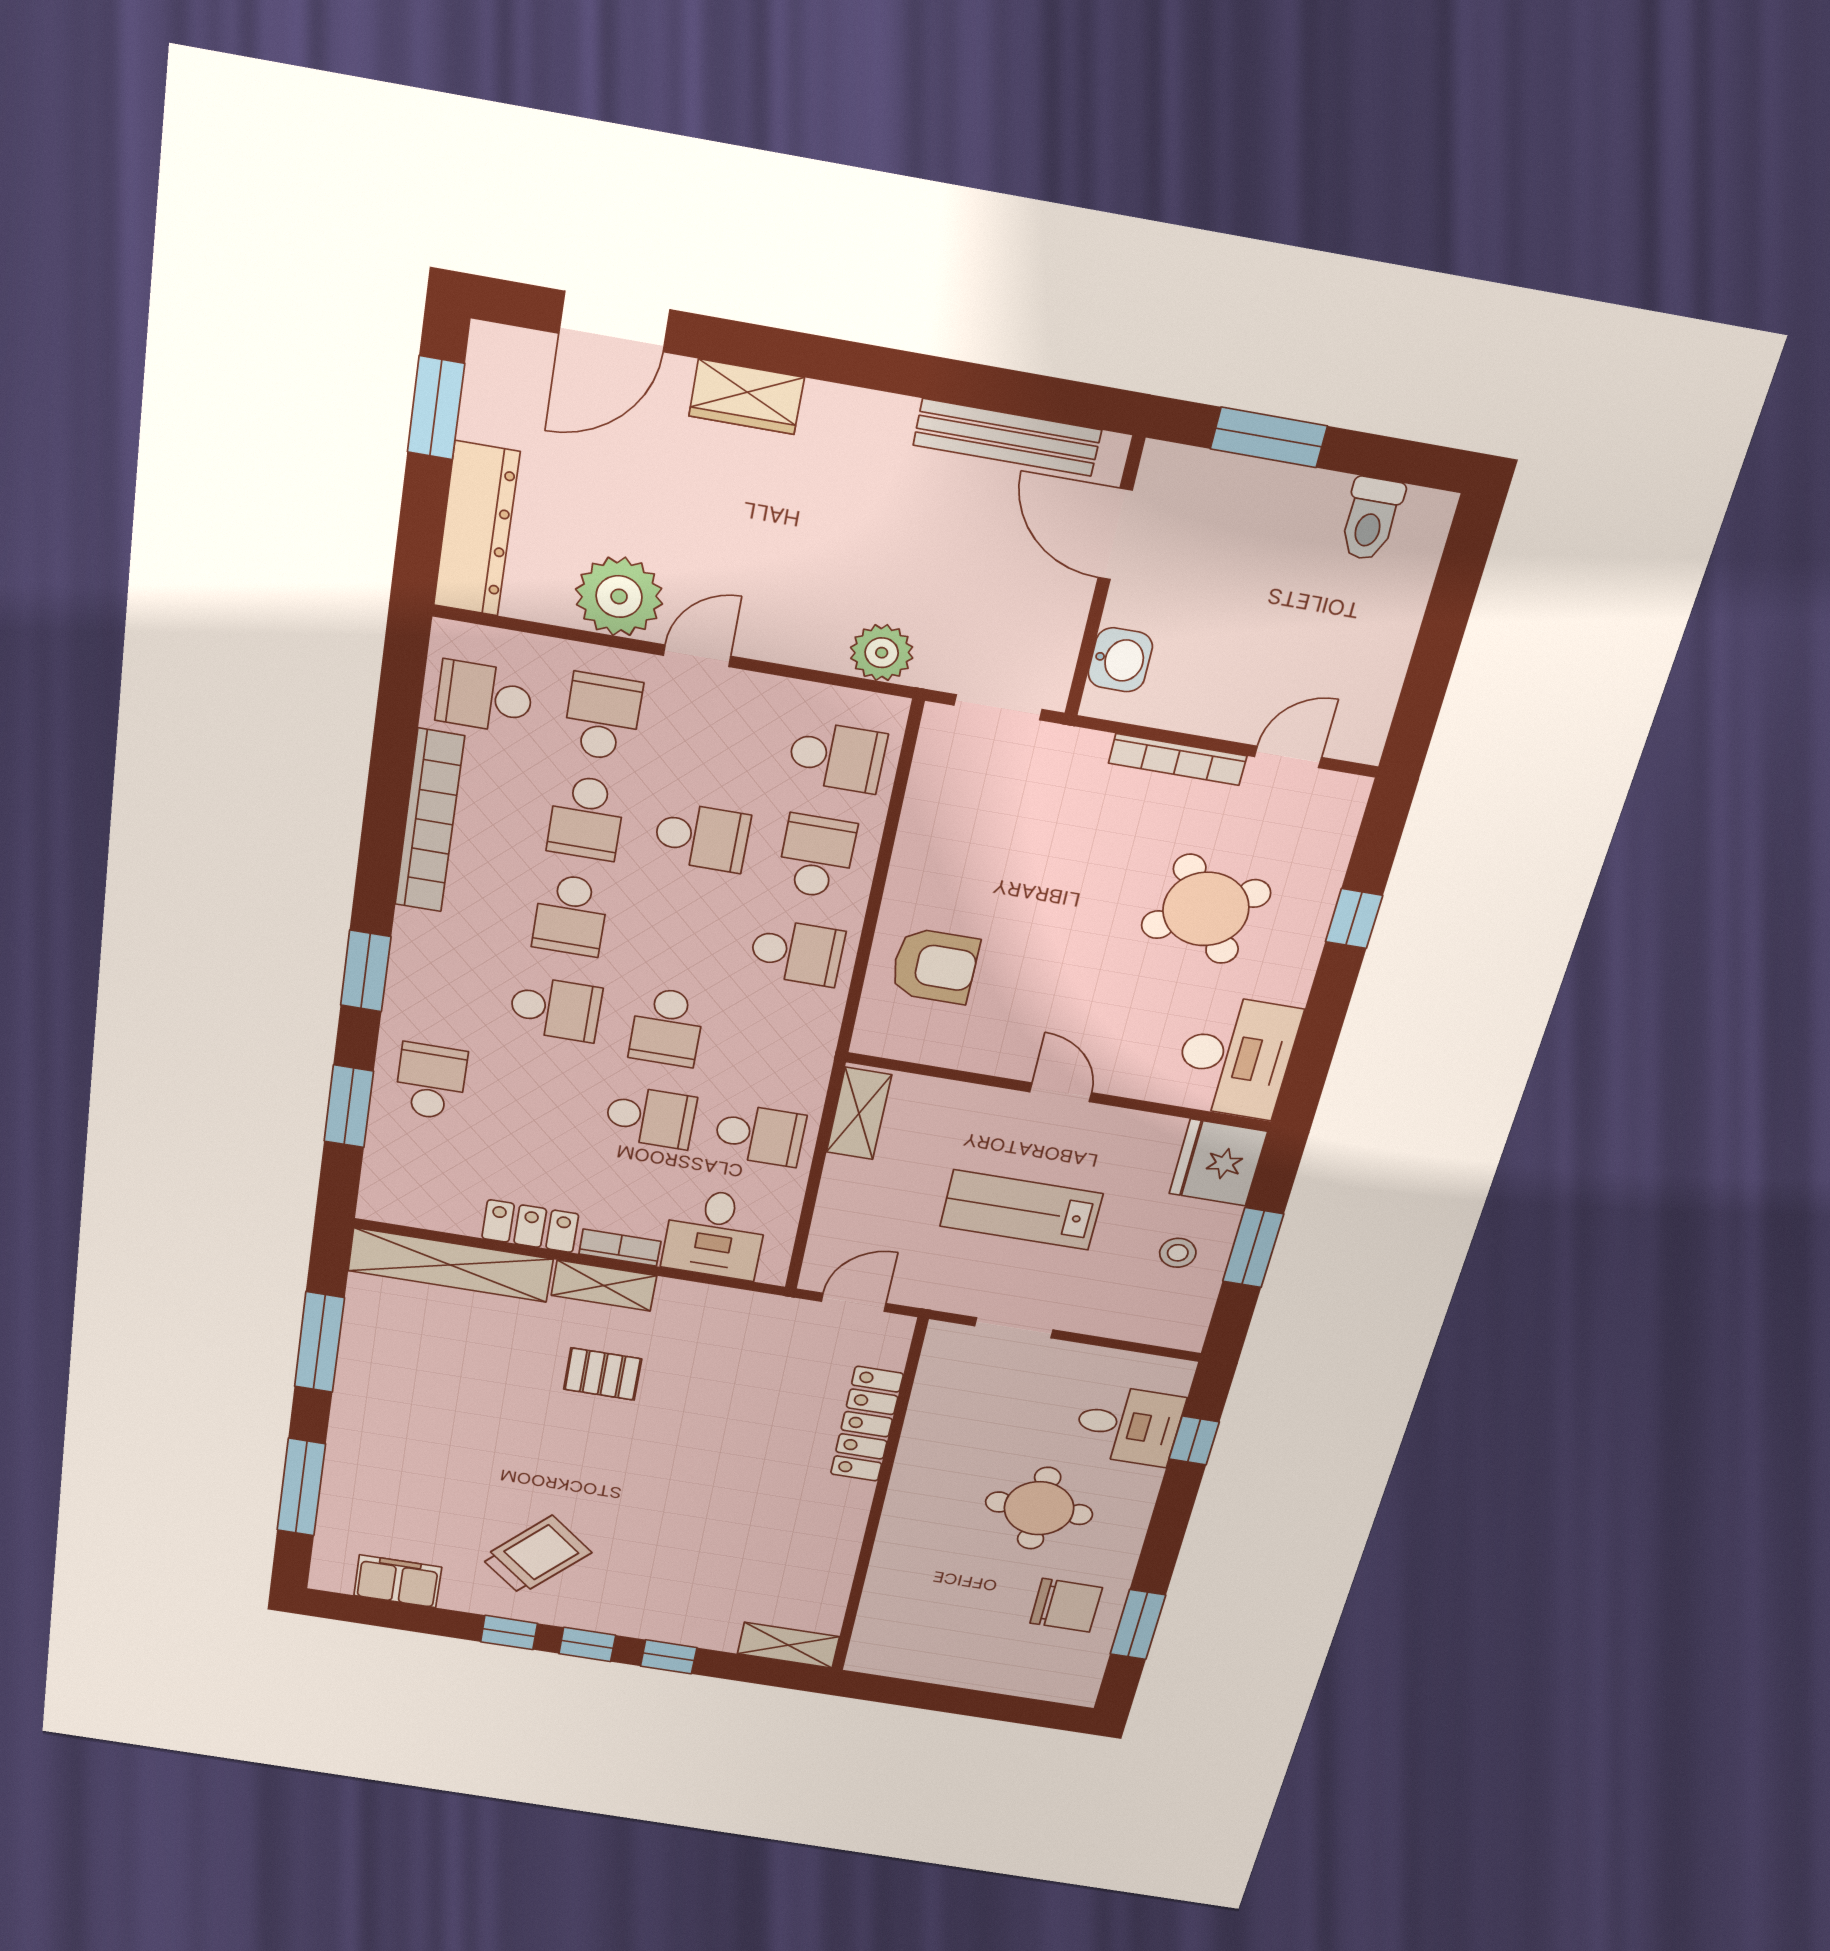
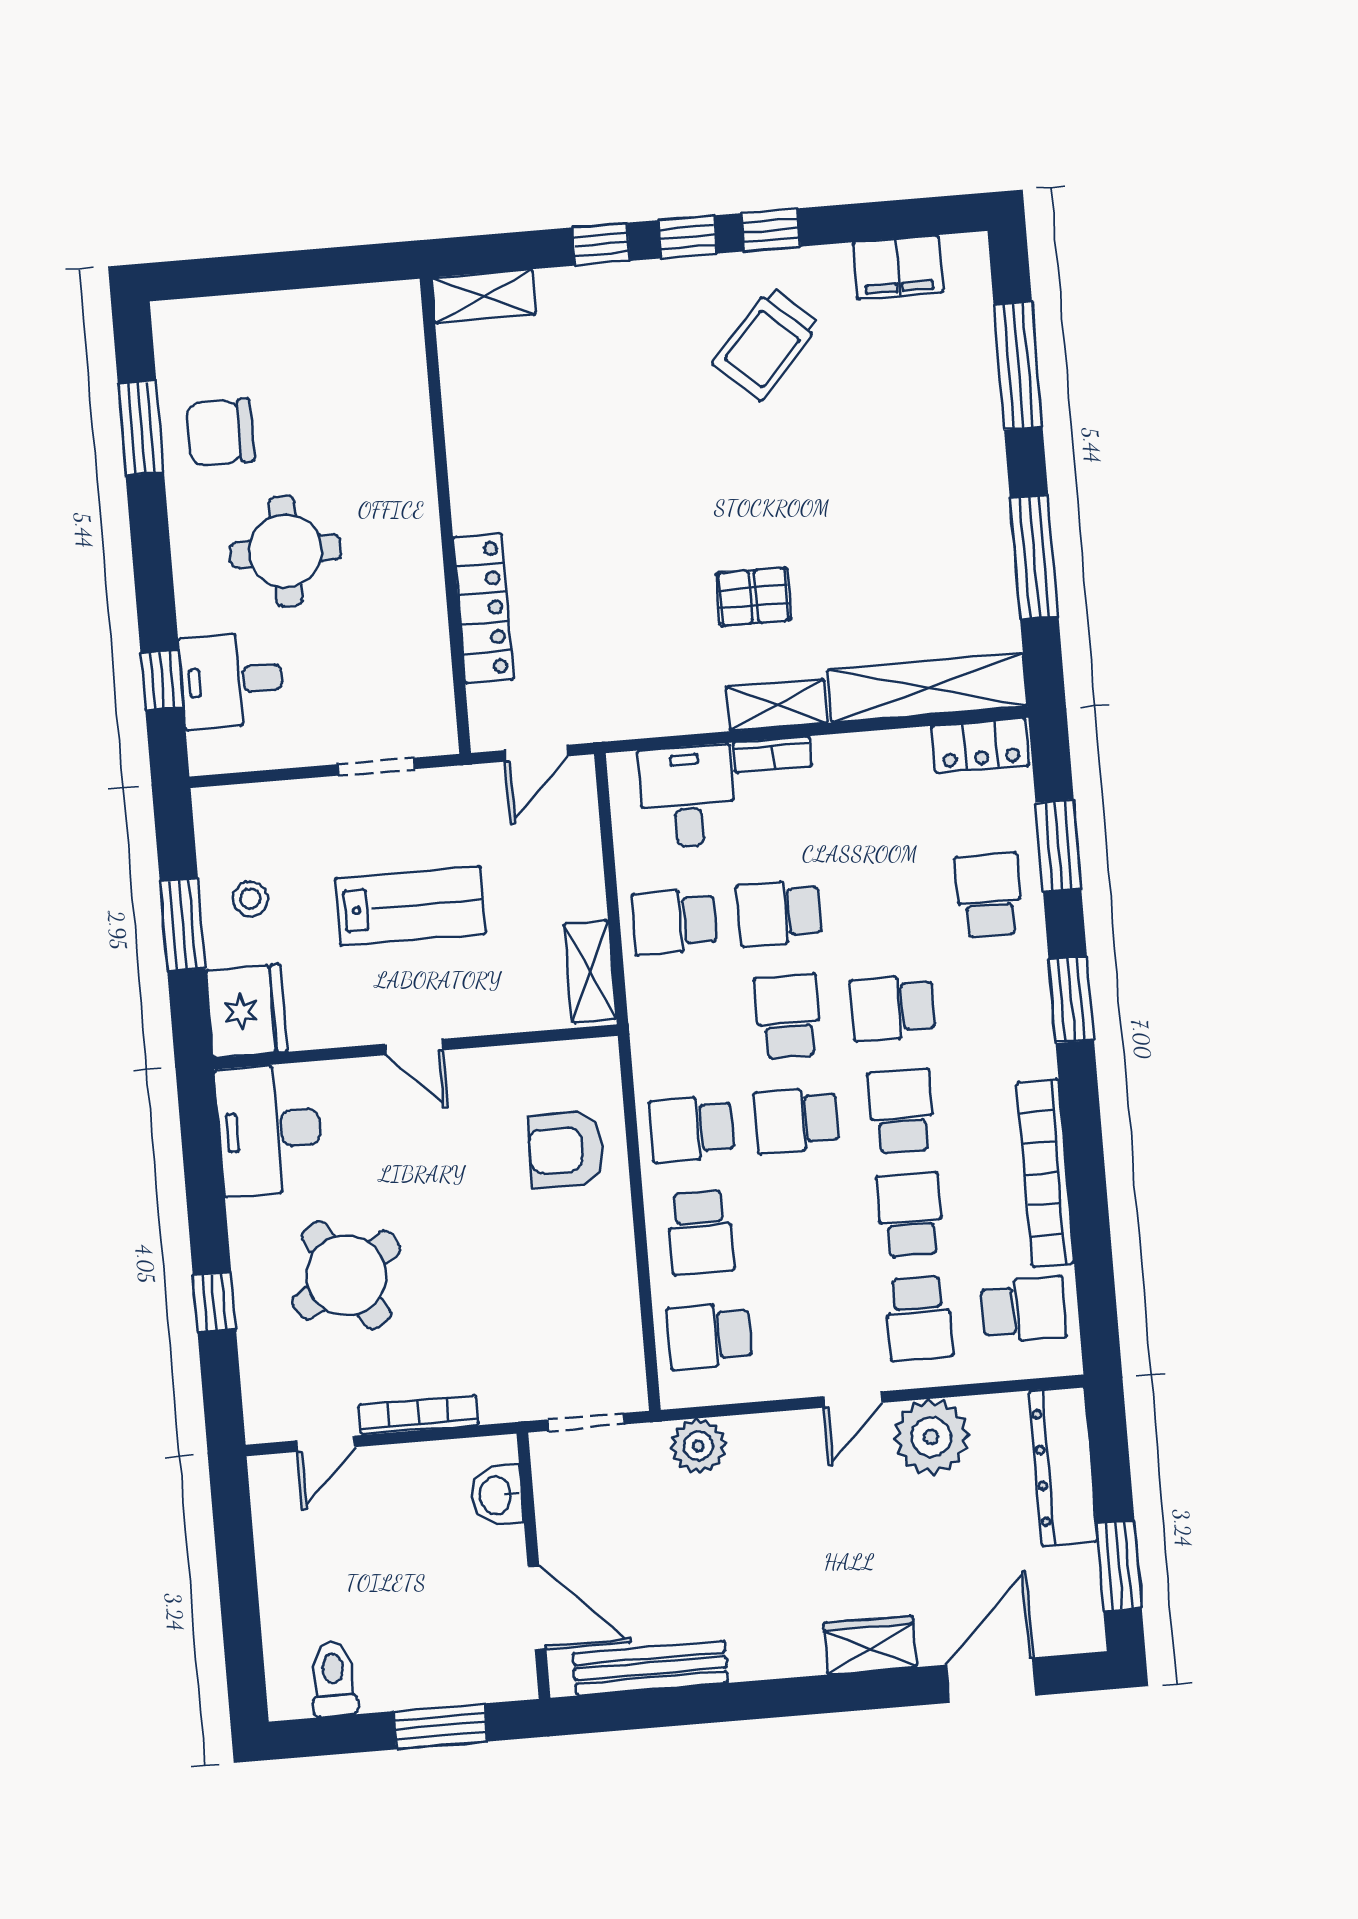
school desk: (702, 837) -> (797, 1120), moved
school desk: (431, 1082) -> (989, 895), turned 180
locker: (530, 1226) -> (980, 746), moved

